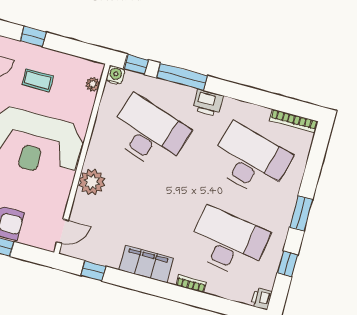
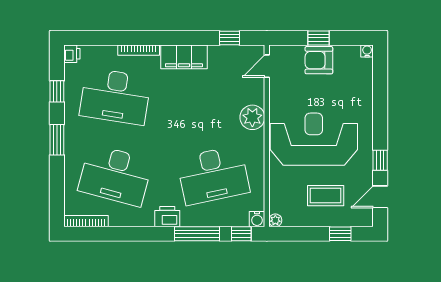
coffee table: (38, 80) -> (326, 196), width x1.36, depth x1.30
plant: (93, 84) -> (275, 220), moved
desk: (149, 133) -> (213, 175), turned -30
bookcase: (191, 284) -> (139, 50), width x1.56

